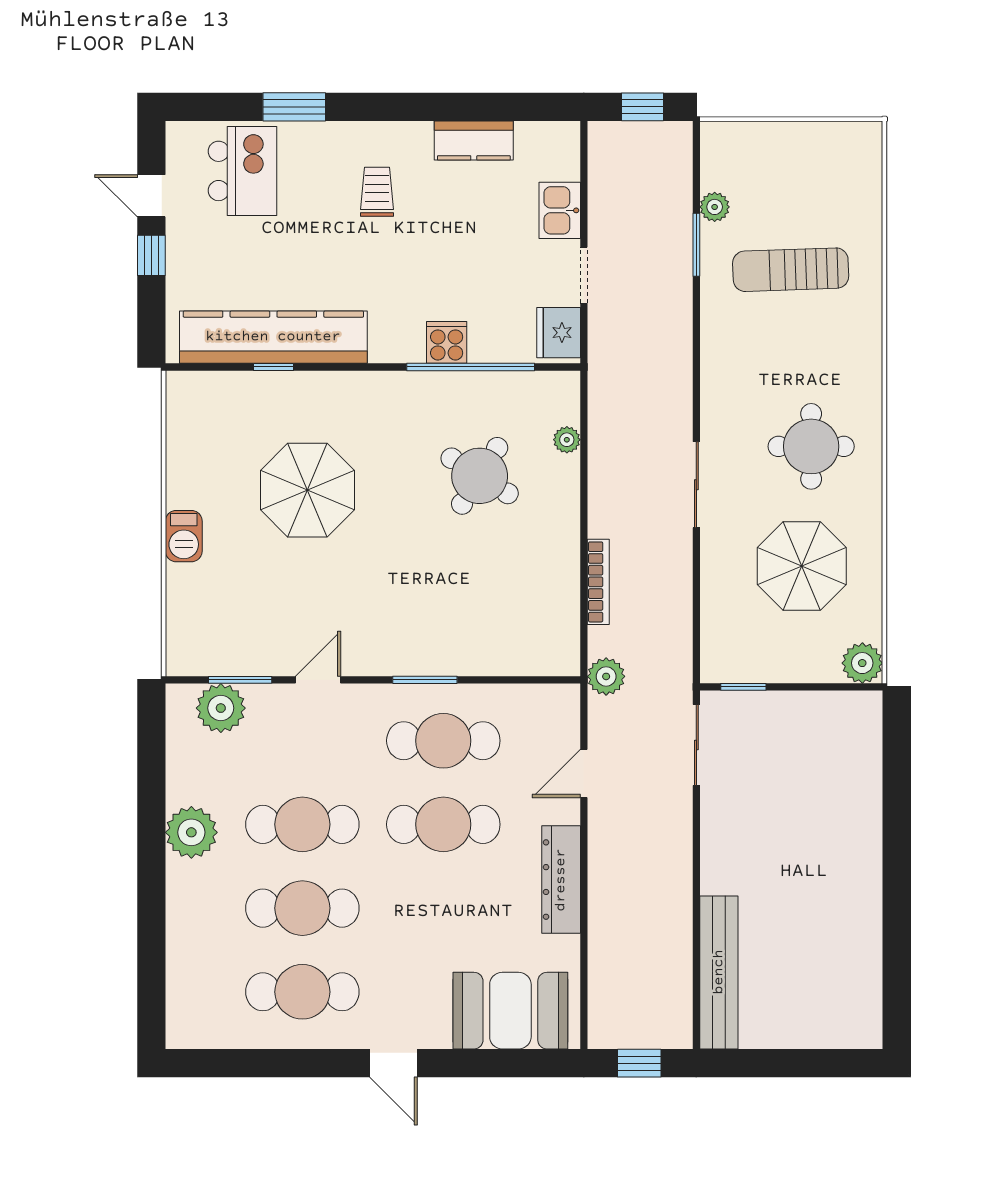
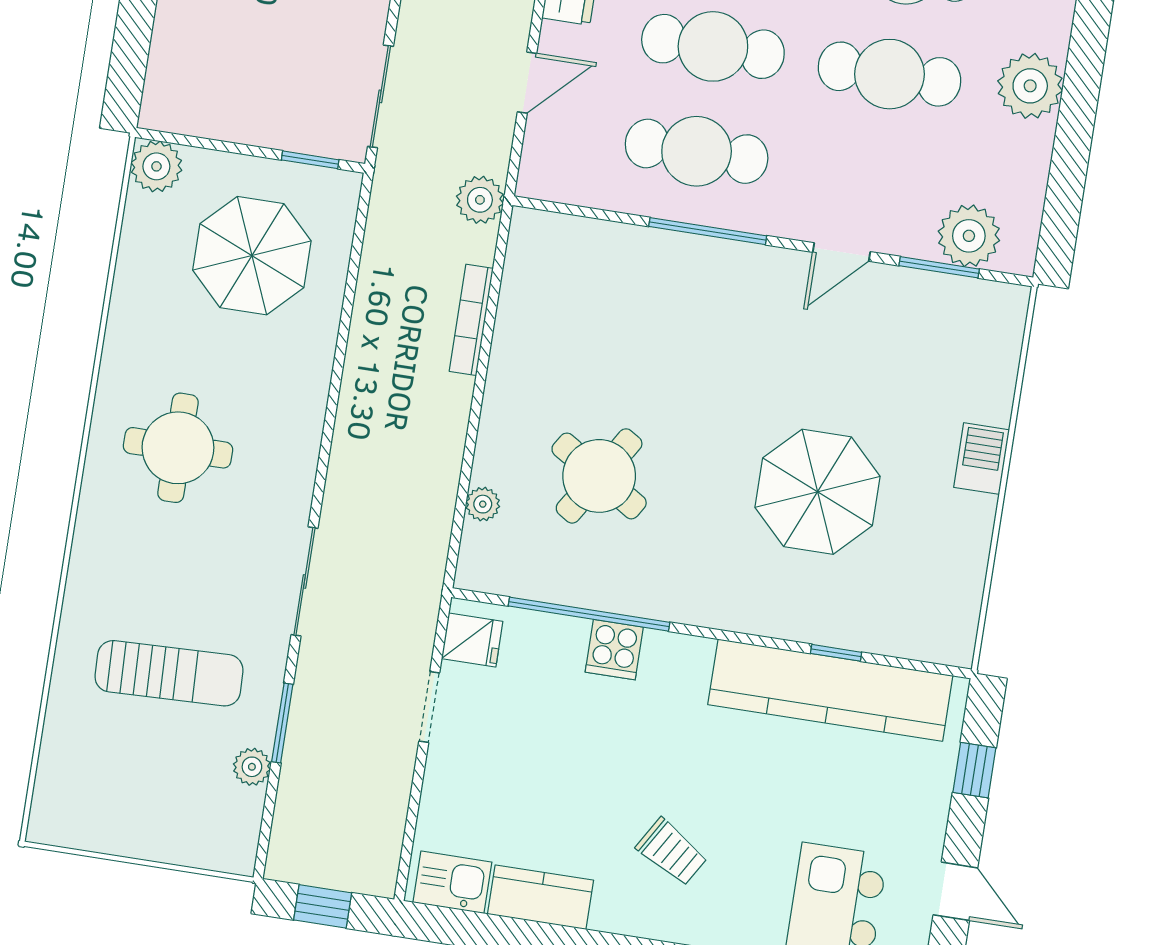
trolley: (377, 192) -> (672, 852), turned -59
kitchen sink: (560, 210) -> (452, 882), moved, turned -90
window: (151, 255) -> (974, 770), moved
fridge: (559, 333) -> (472, 640), width x0.72
sliding door: (696, 485) -> (304, 581), moved
parasol: (802, 566) -> (252, 256), moved
window: (425, 680) -> (708, 231), width x1.44

